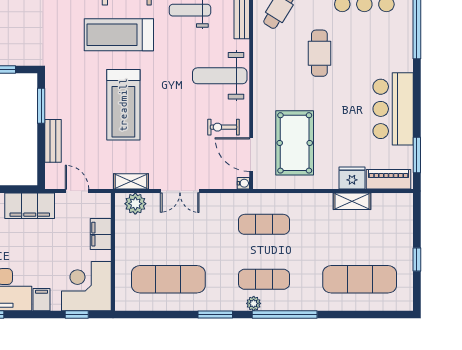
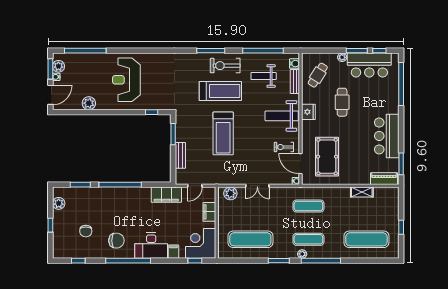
treadmill: (119, 35) -> (220, 91), turned 180
fridge: (352, 178) -> (308, 112), moved, turned 90
shelving: (131, 181) -> (228, 180), removed
door: (77, 191) -> (195, 186), swing flipped

